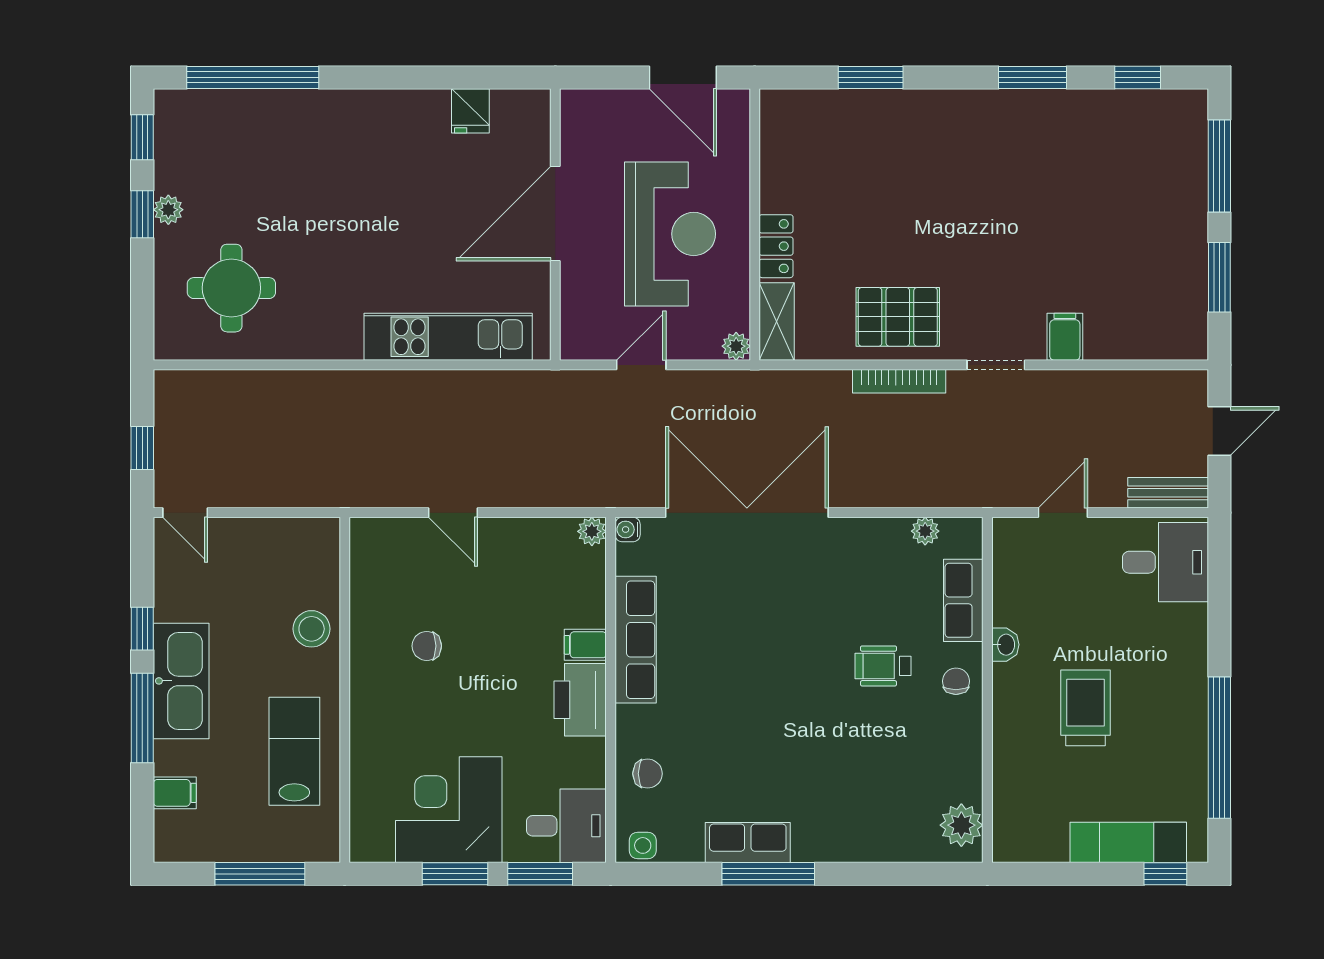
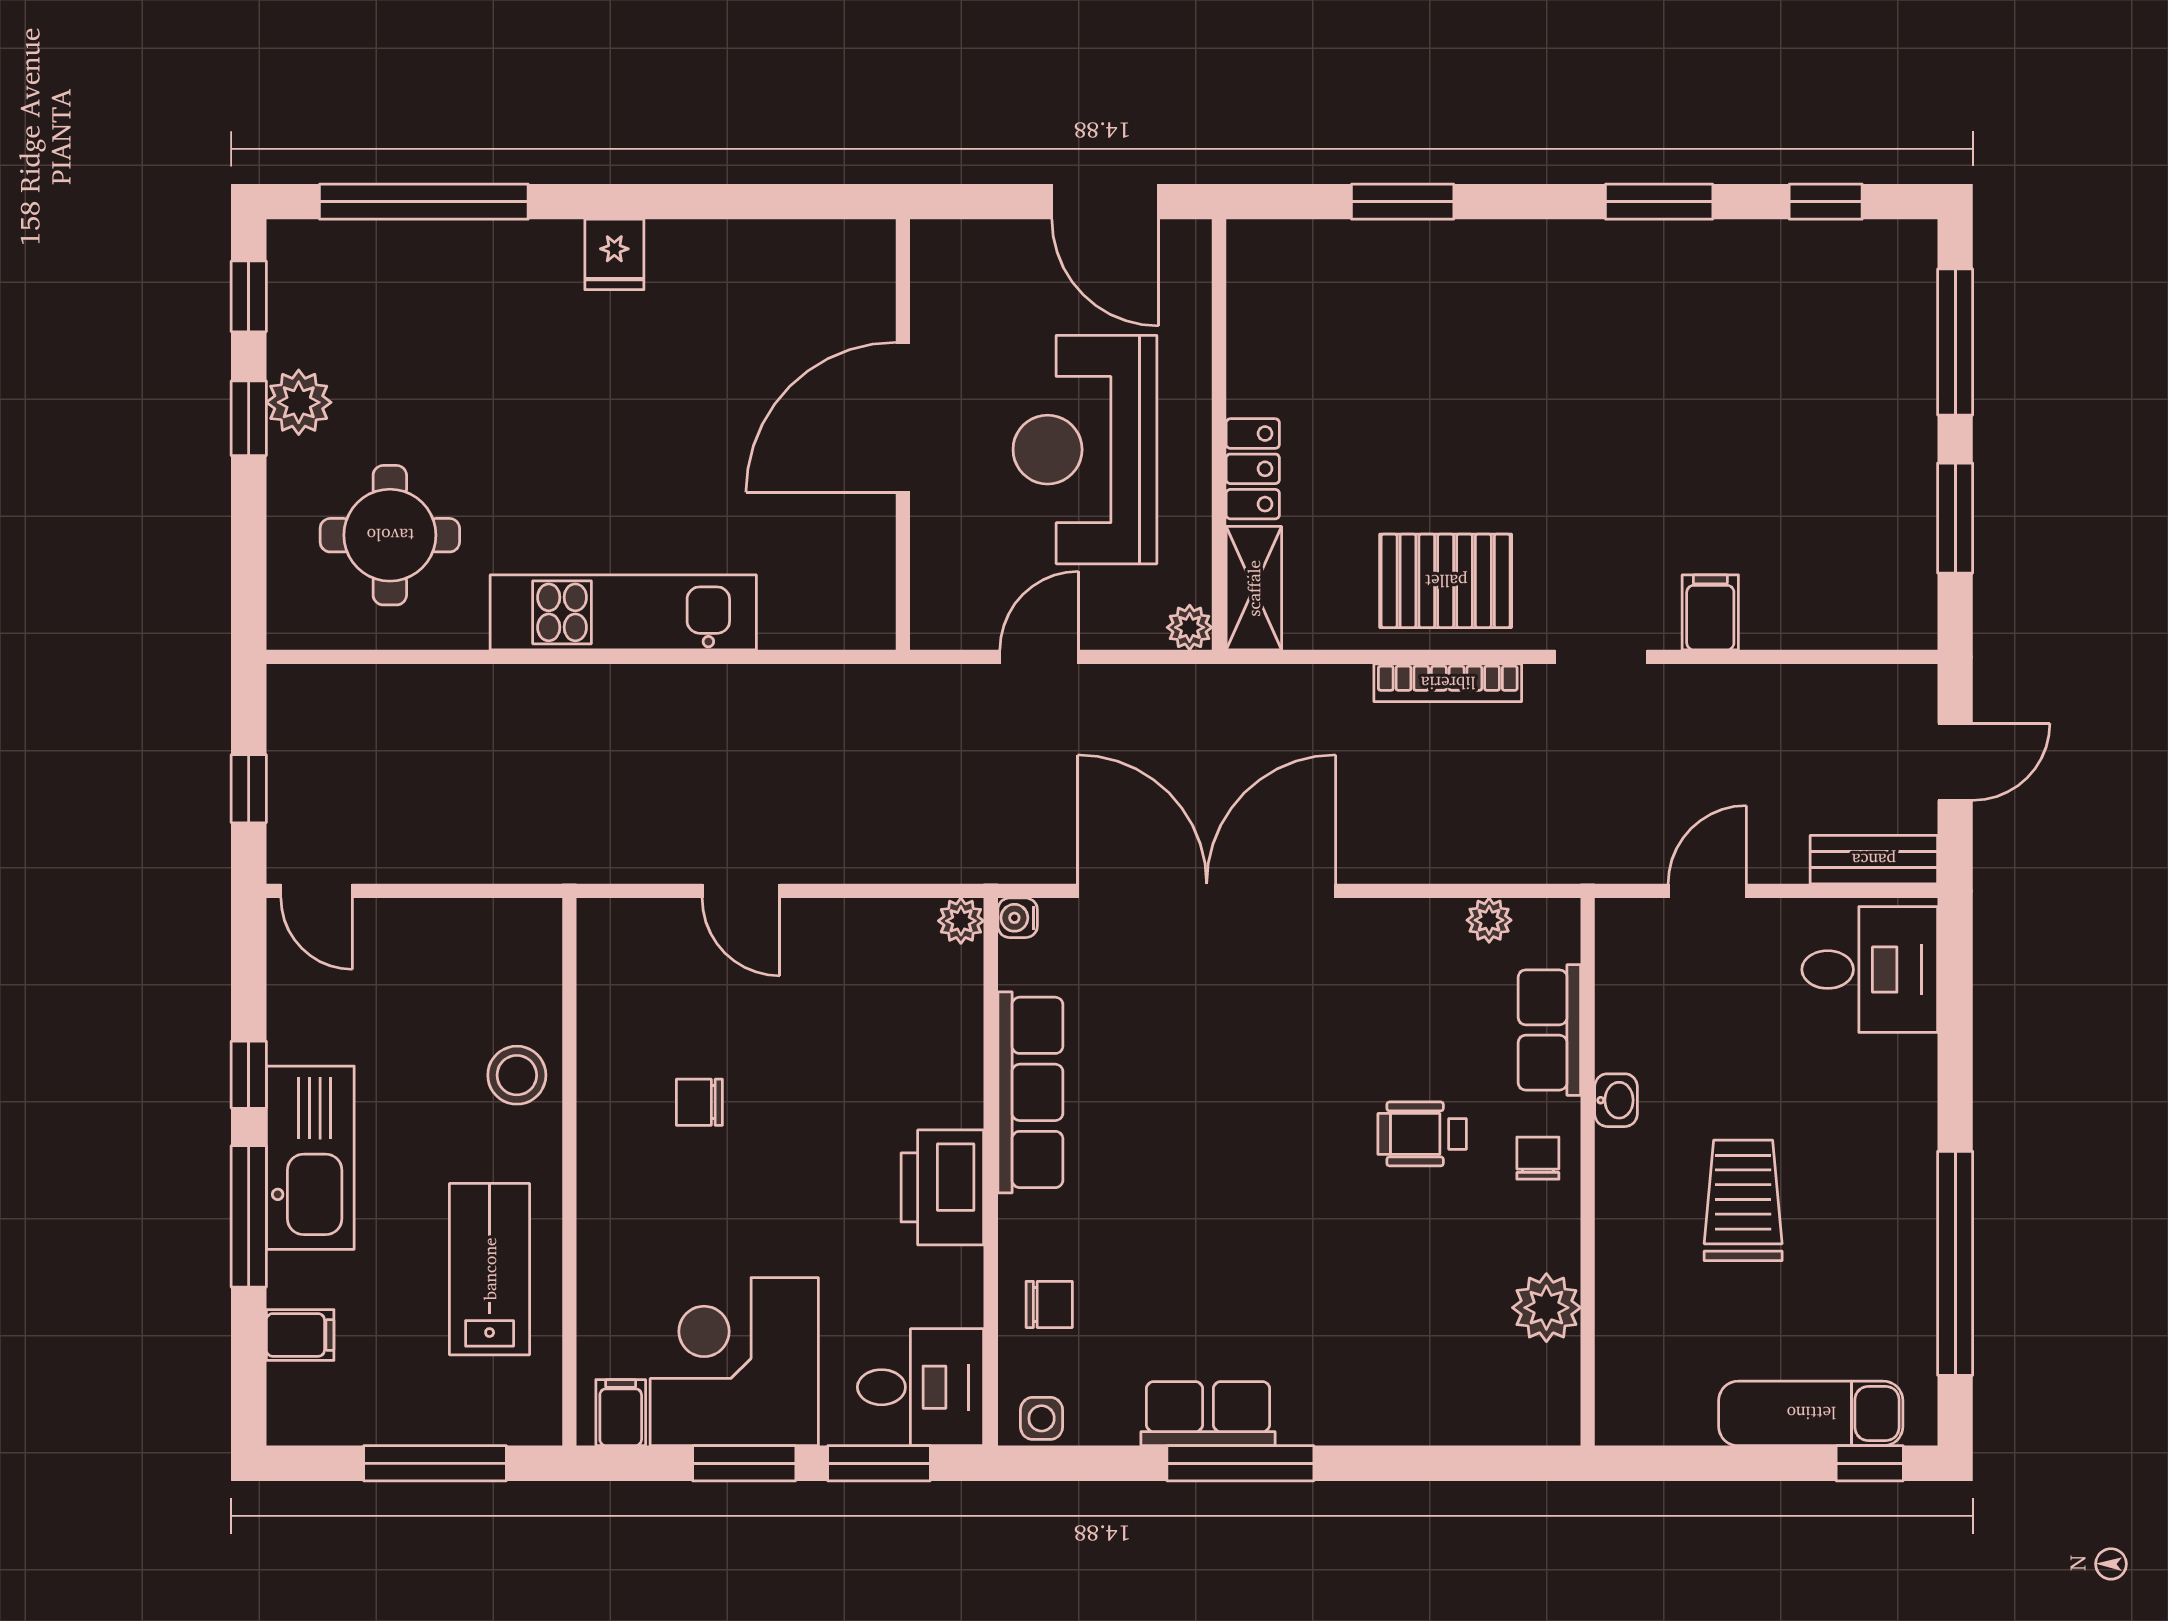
fridge: (470, 111) -> (614, 254), moved
plant: (168, 210) -> (299, 402), width x1.38, depth x1.38
reception desk: (670, 234) -> (1085, 450), turned 180
kitchen unit: (448, 337) -> (623, 612), moved
filing cabinet: (585, 645) -> (621, 1413), moved, turned 90
plant: (961, 825) -> (1546, 1308), moved

